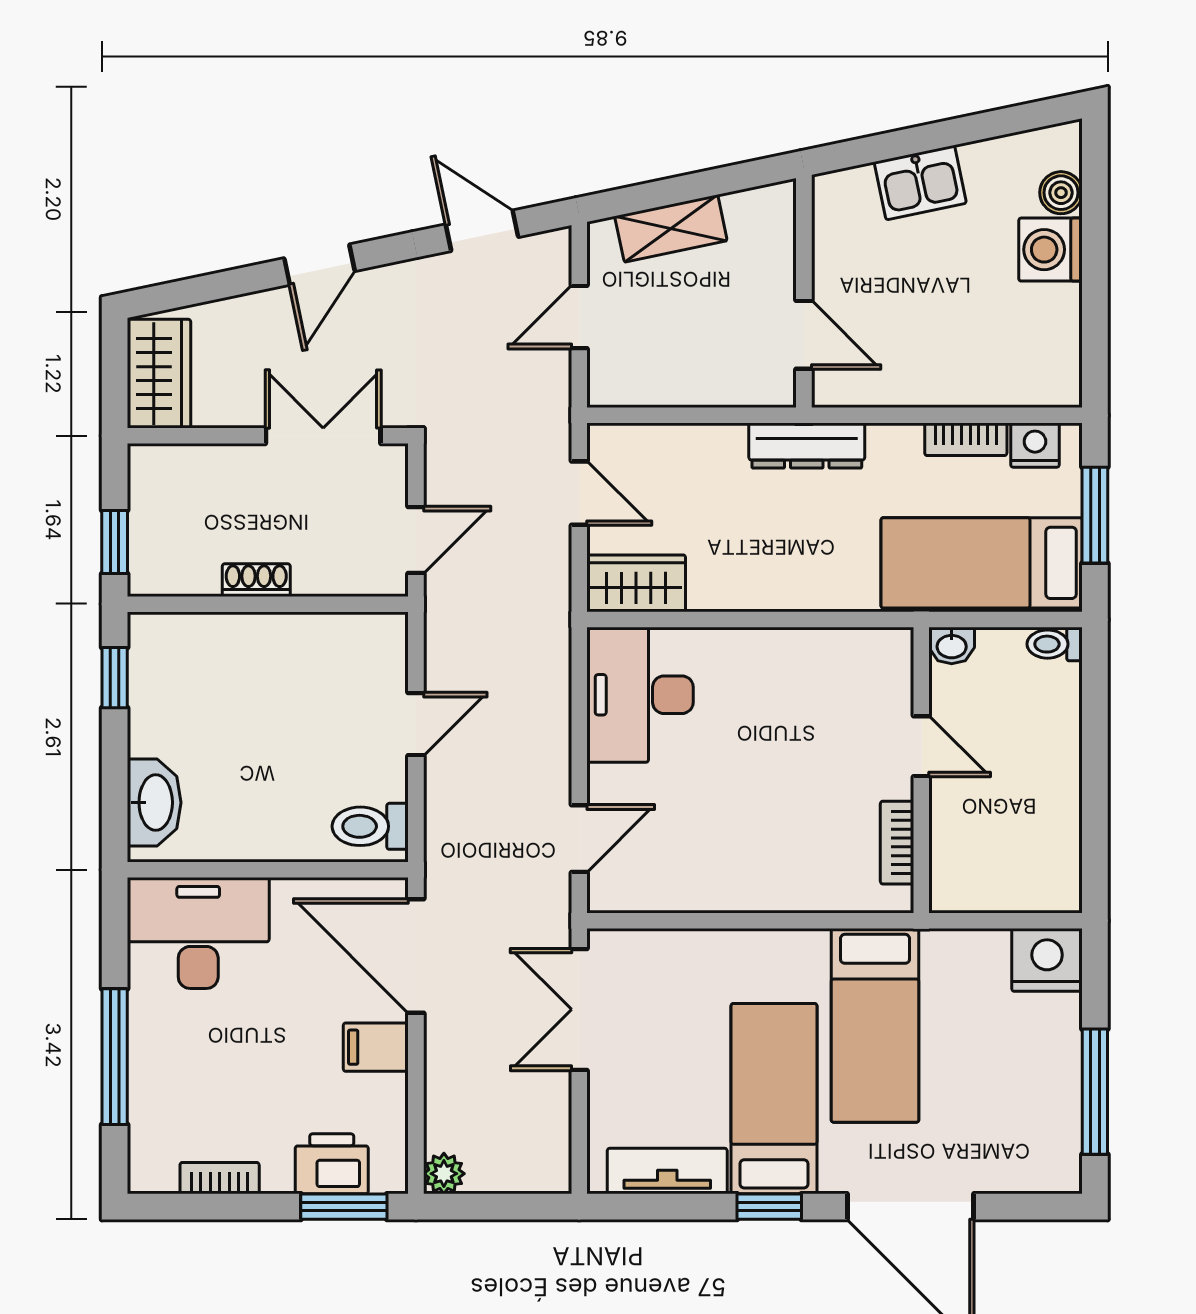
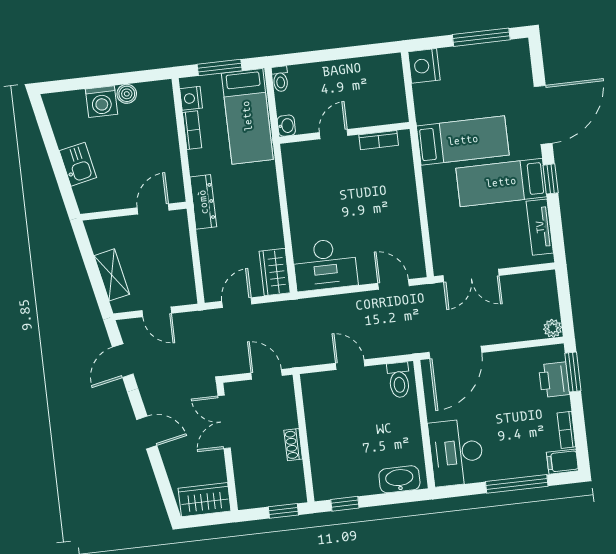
boiler: (1061, 193) -> (127, 94), moved
filing cabinet: (376, 1047) -> (562, 462), moved, turned 90

